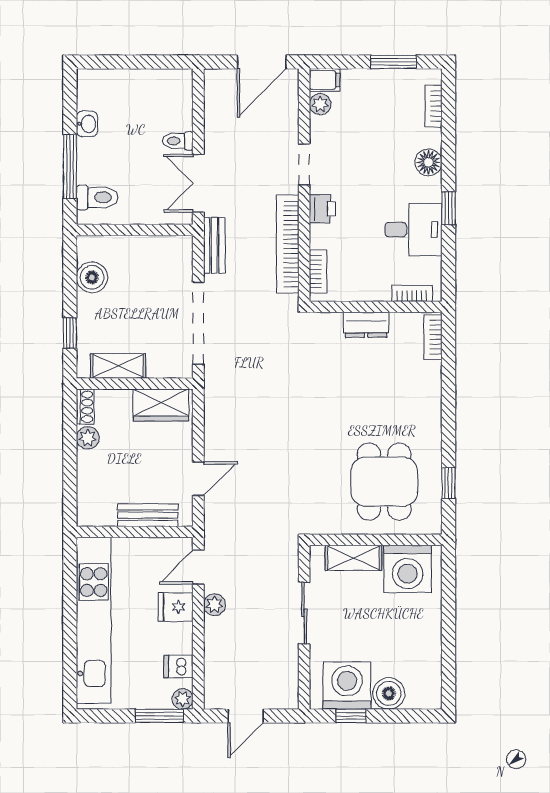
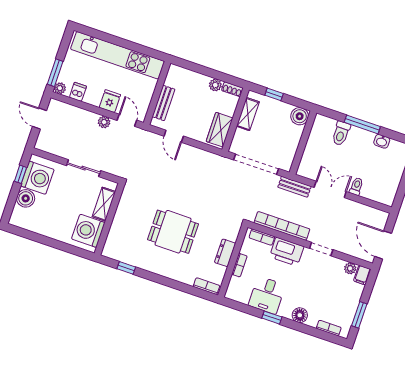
printer: (322, 209) -> (287, 252), width x1.87, depth x1.48
wall: (135, 230) -> (303, 143), moved
bookcase: (412, 293) -> (239, 265), moved
dining table: (384, 482) -> (173, 232), moved

